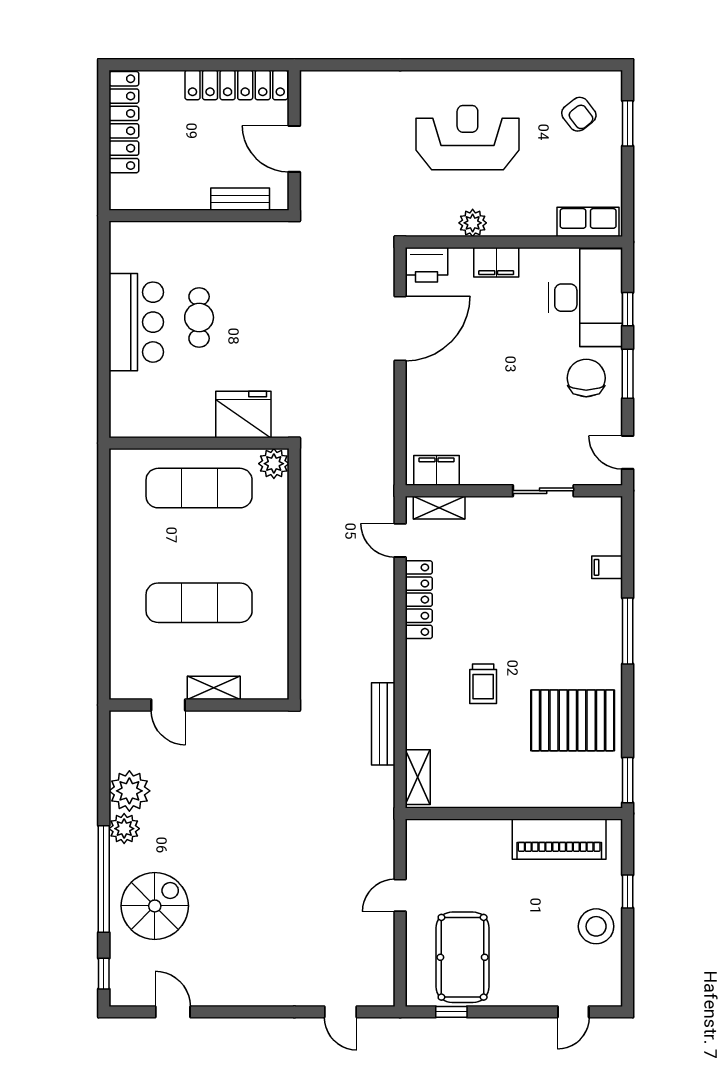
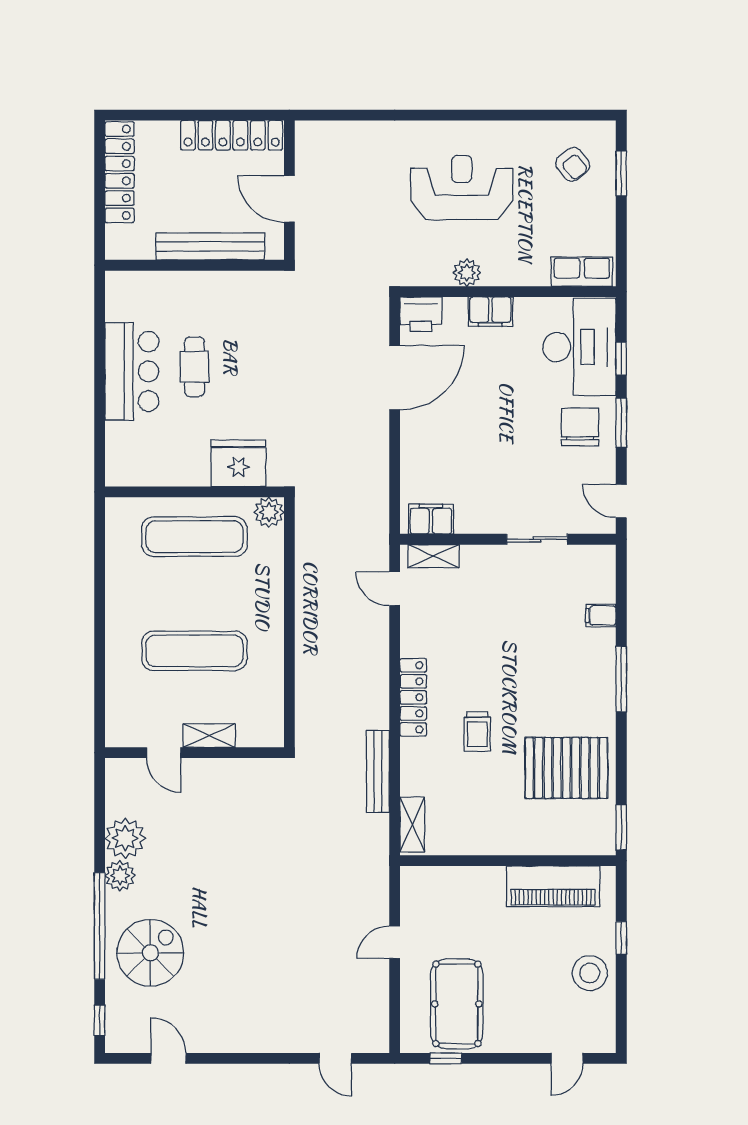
bench: (240, 199) -> (210, 246), width x1.86, depth x1.21
locker: (419, 600) -> (413, 697), moved

